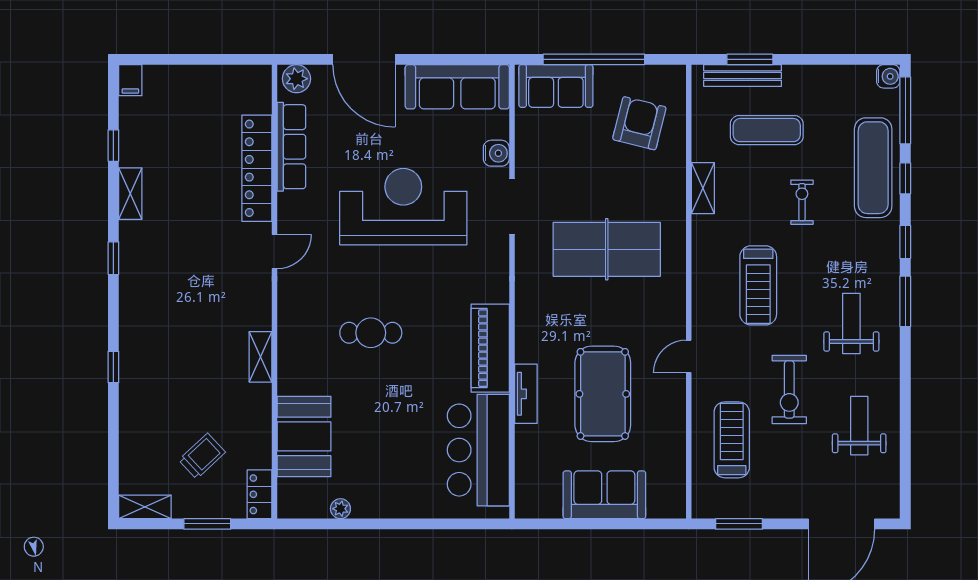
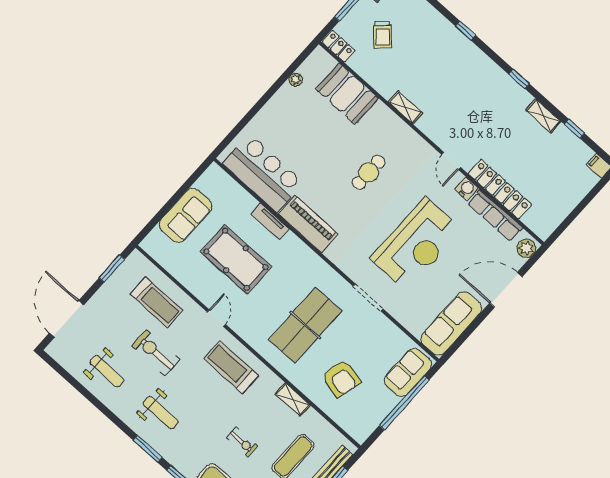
armchair: (639, 123) -> (341, 378), moved
water cooler: (496, 153) -> (466, 189), moved, turned 180
treadmill: (758, 285) -> (231, 367), moved

